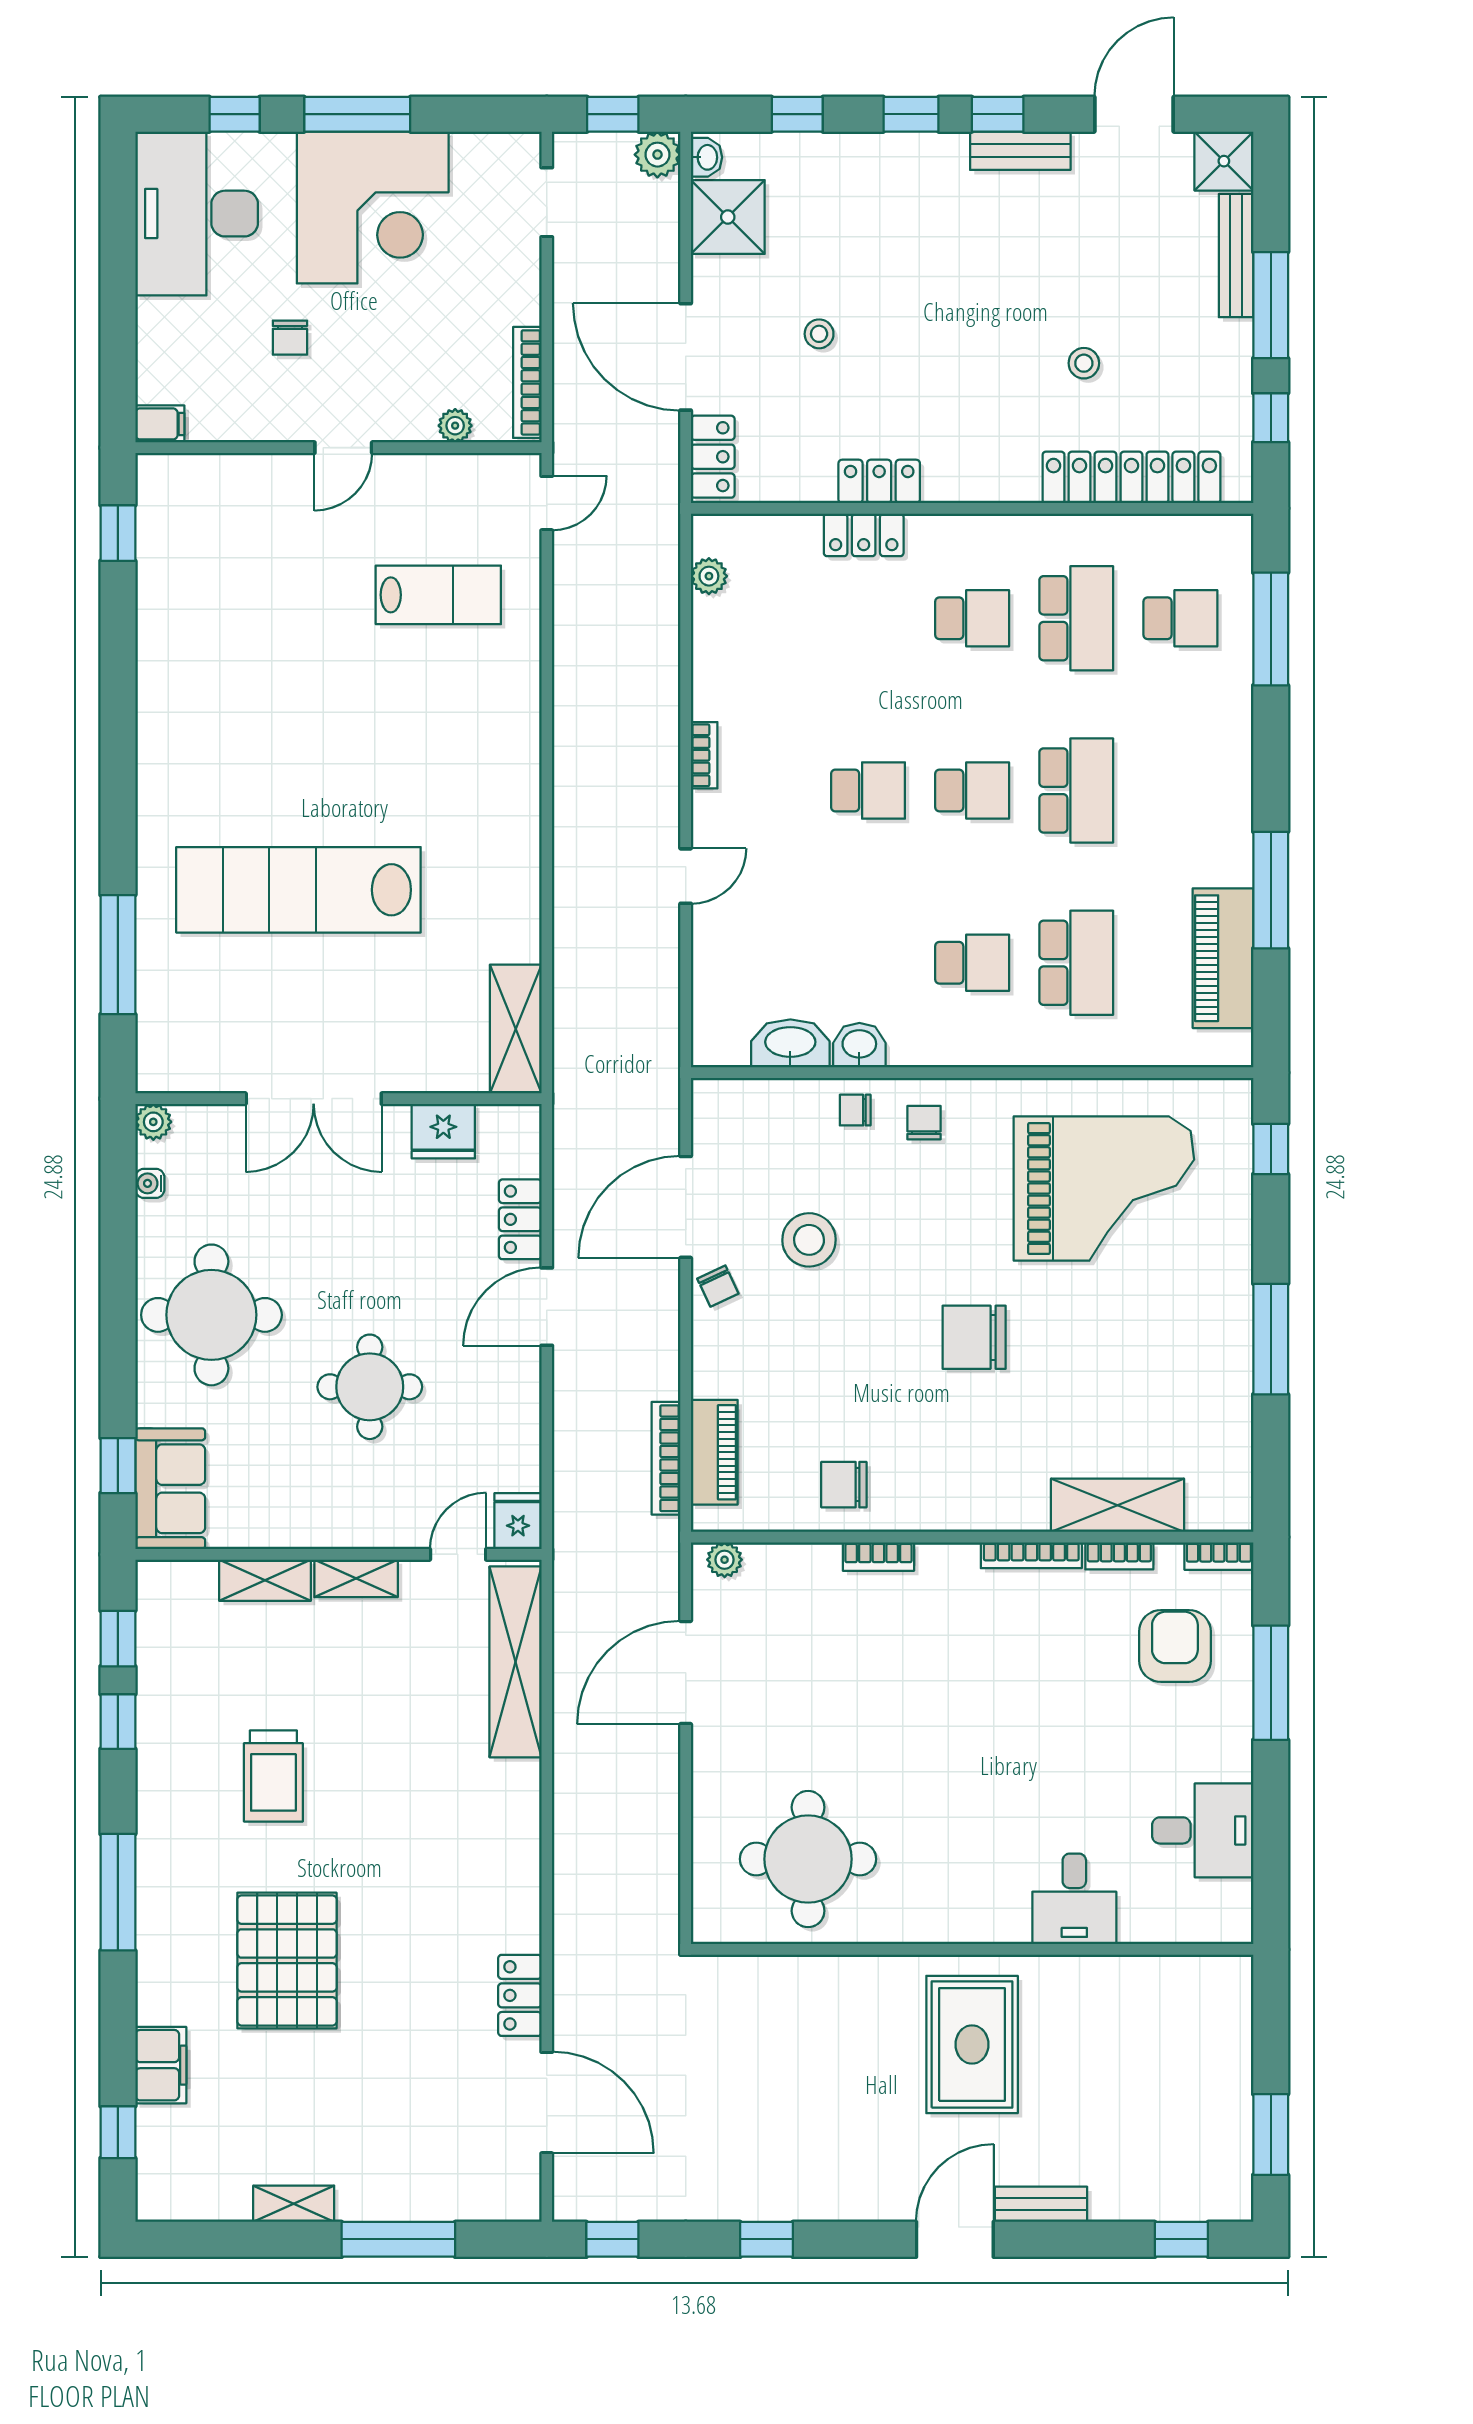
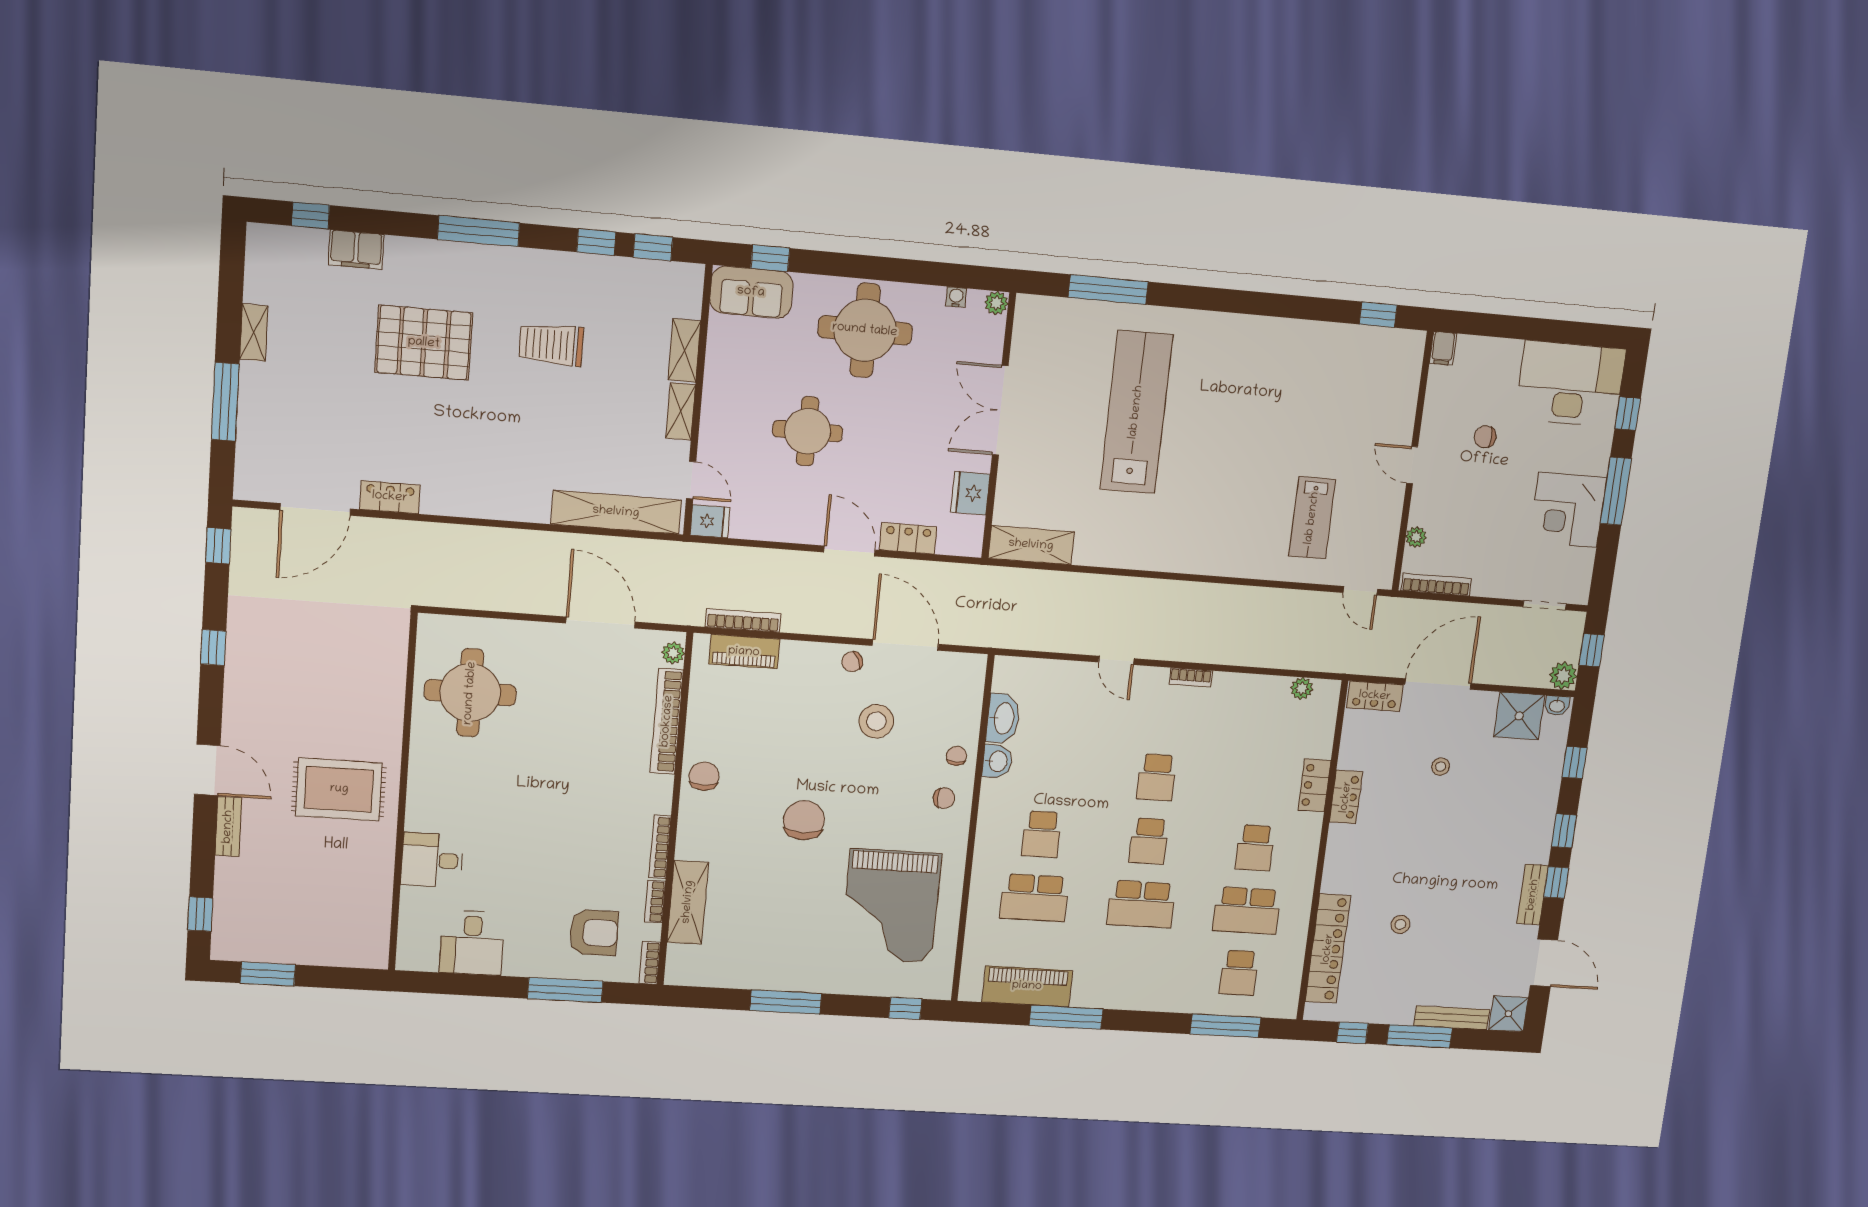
corner desk: (373, 208) -> (1568, 510), width x0.74, depth x0.74
chair: (844, 1485) -> (704, 776), moved
bookcase: (878, 1557) -> (667, 721), width x2.31, depth x1.31

